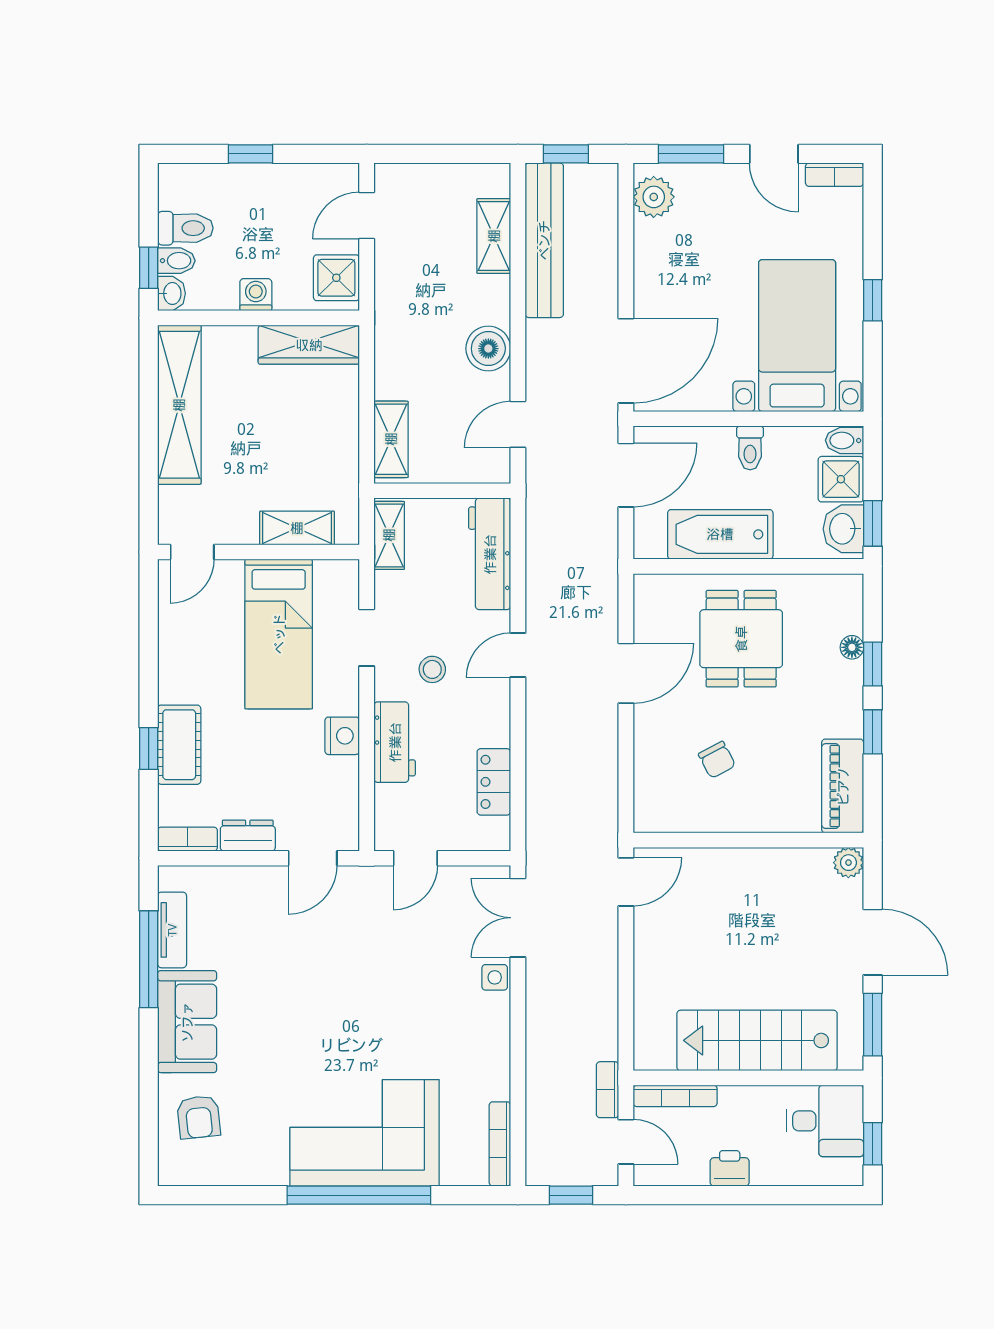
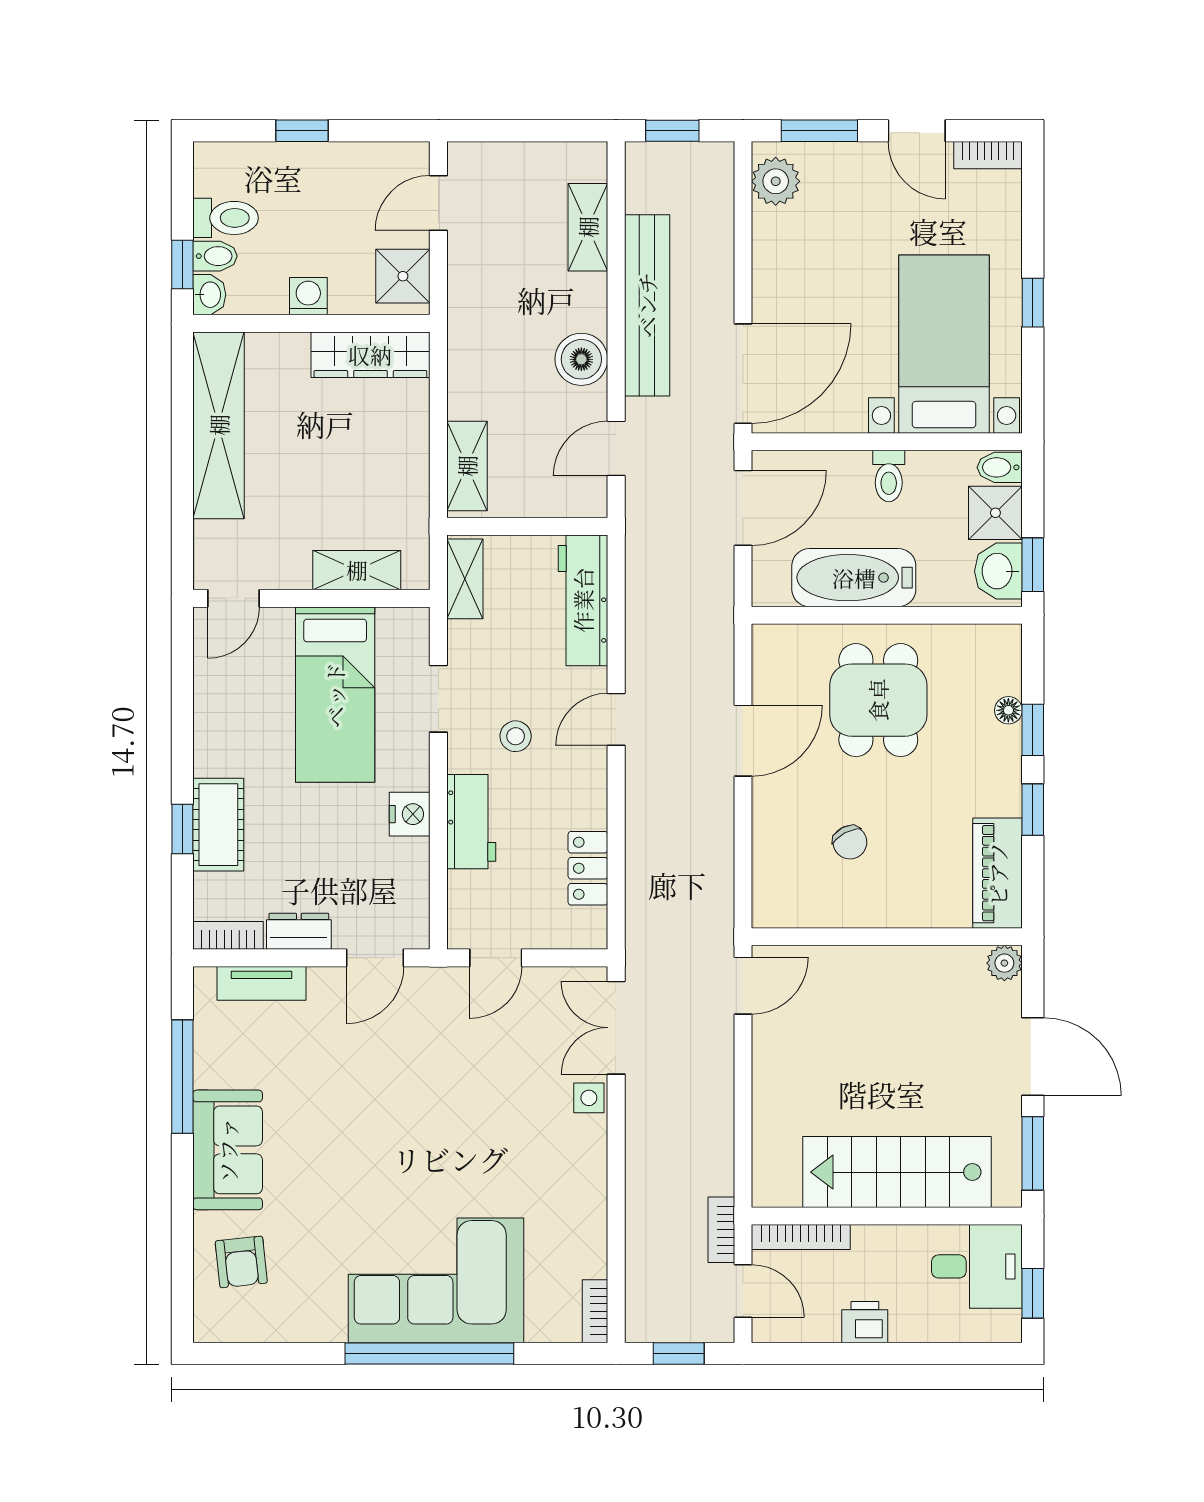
bench: (544, 240) -> (647, 305), moved
tv unit: (172, 930) -> (262, 983), moved, turned 90
bookcase: (500, 1144) -> (595, 1311), width x0.64

